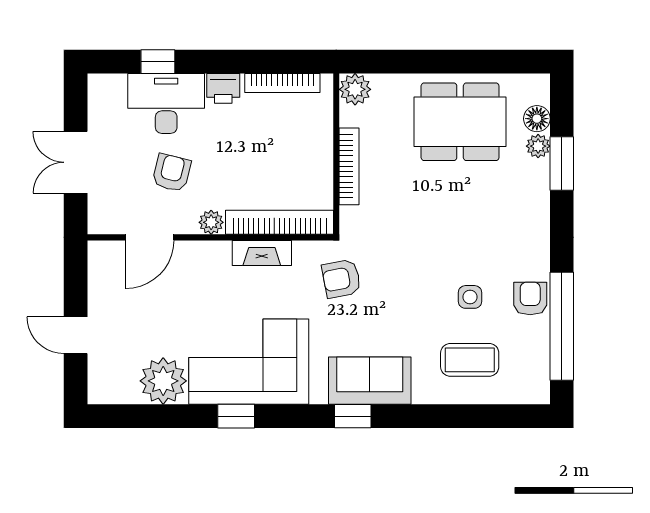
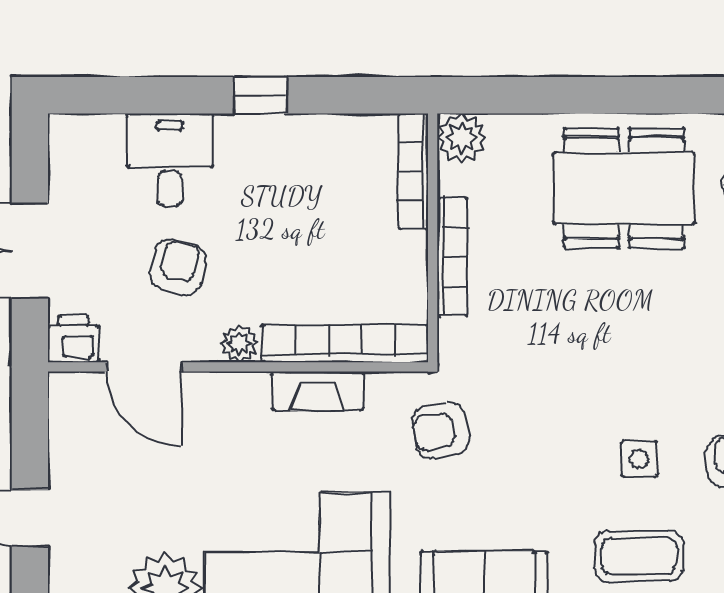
window: (158, 62) -> (260, 95), moved
bookcase: (282, 83) -> (413, 171), moved, turned 90
printer: (223, 88) -> (73, 339), moved, turned 180
desk: (166, 103) -> (170, 160), width x0.73
door: (150, 237) -> (144, 367), hinge flipped

